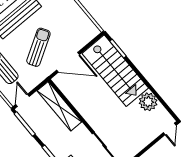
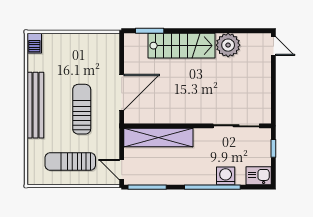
sun lounger: (38, 47) -> (82, 109), turned 31
stairs: (115, 71) -> (182, 46), width x0.73, depth x0.66

